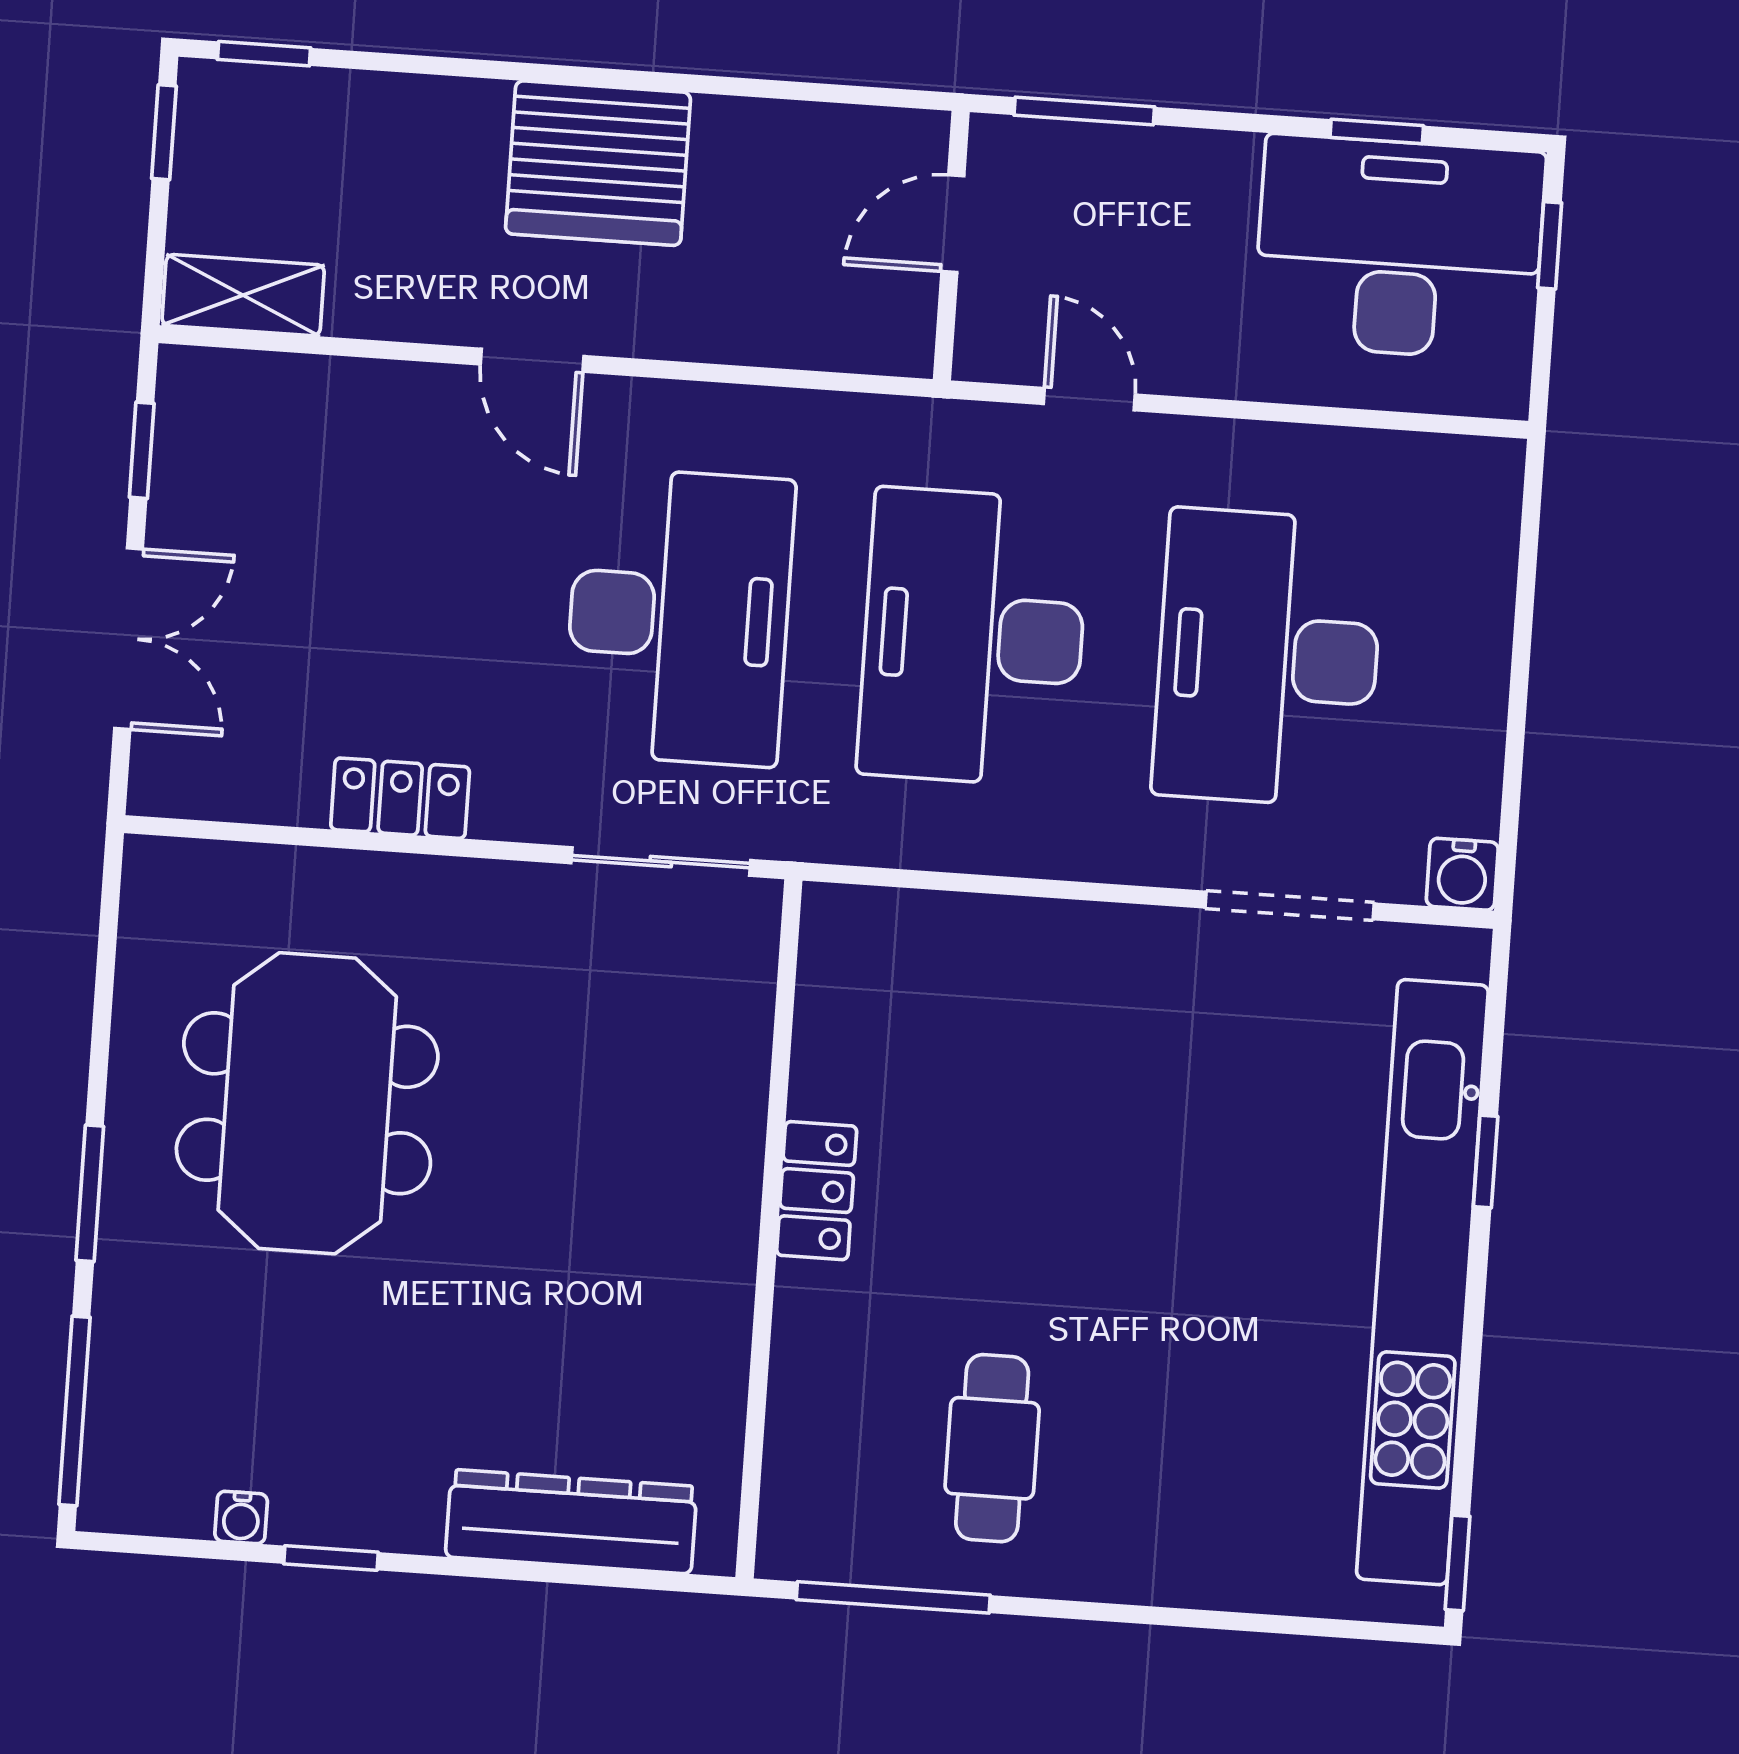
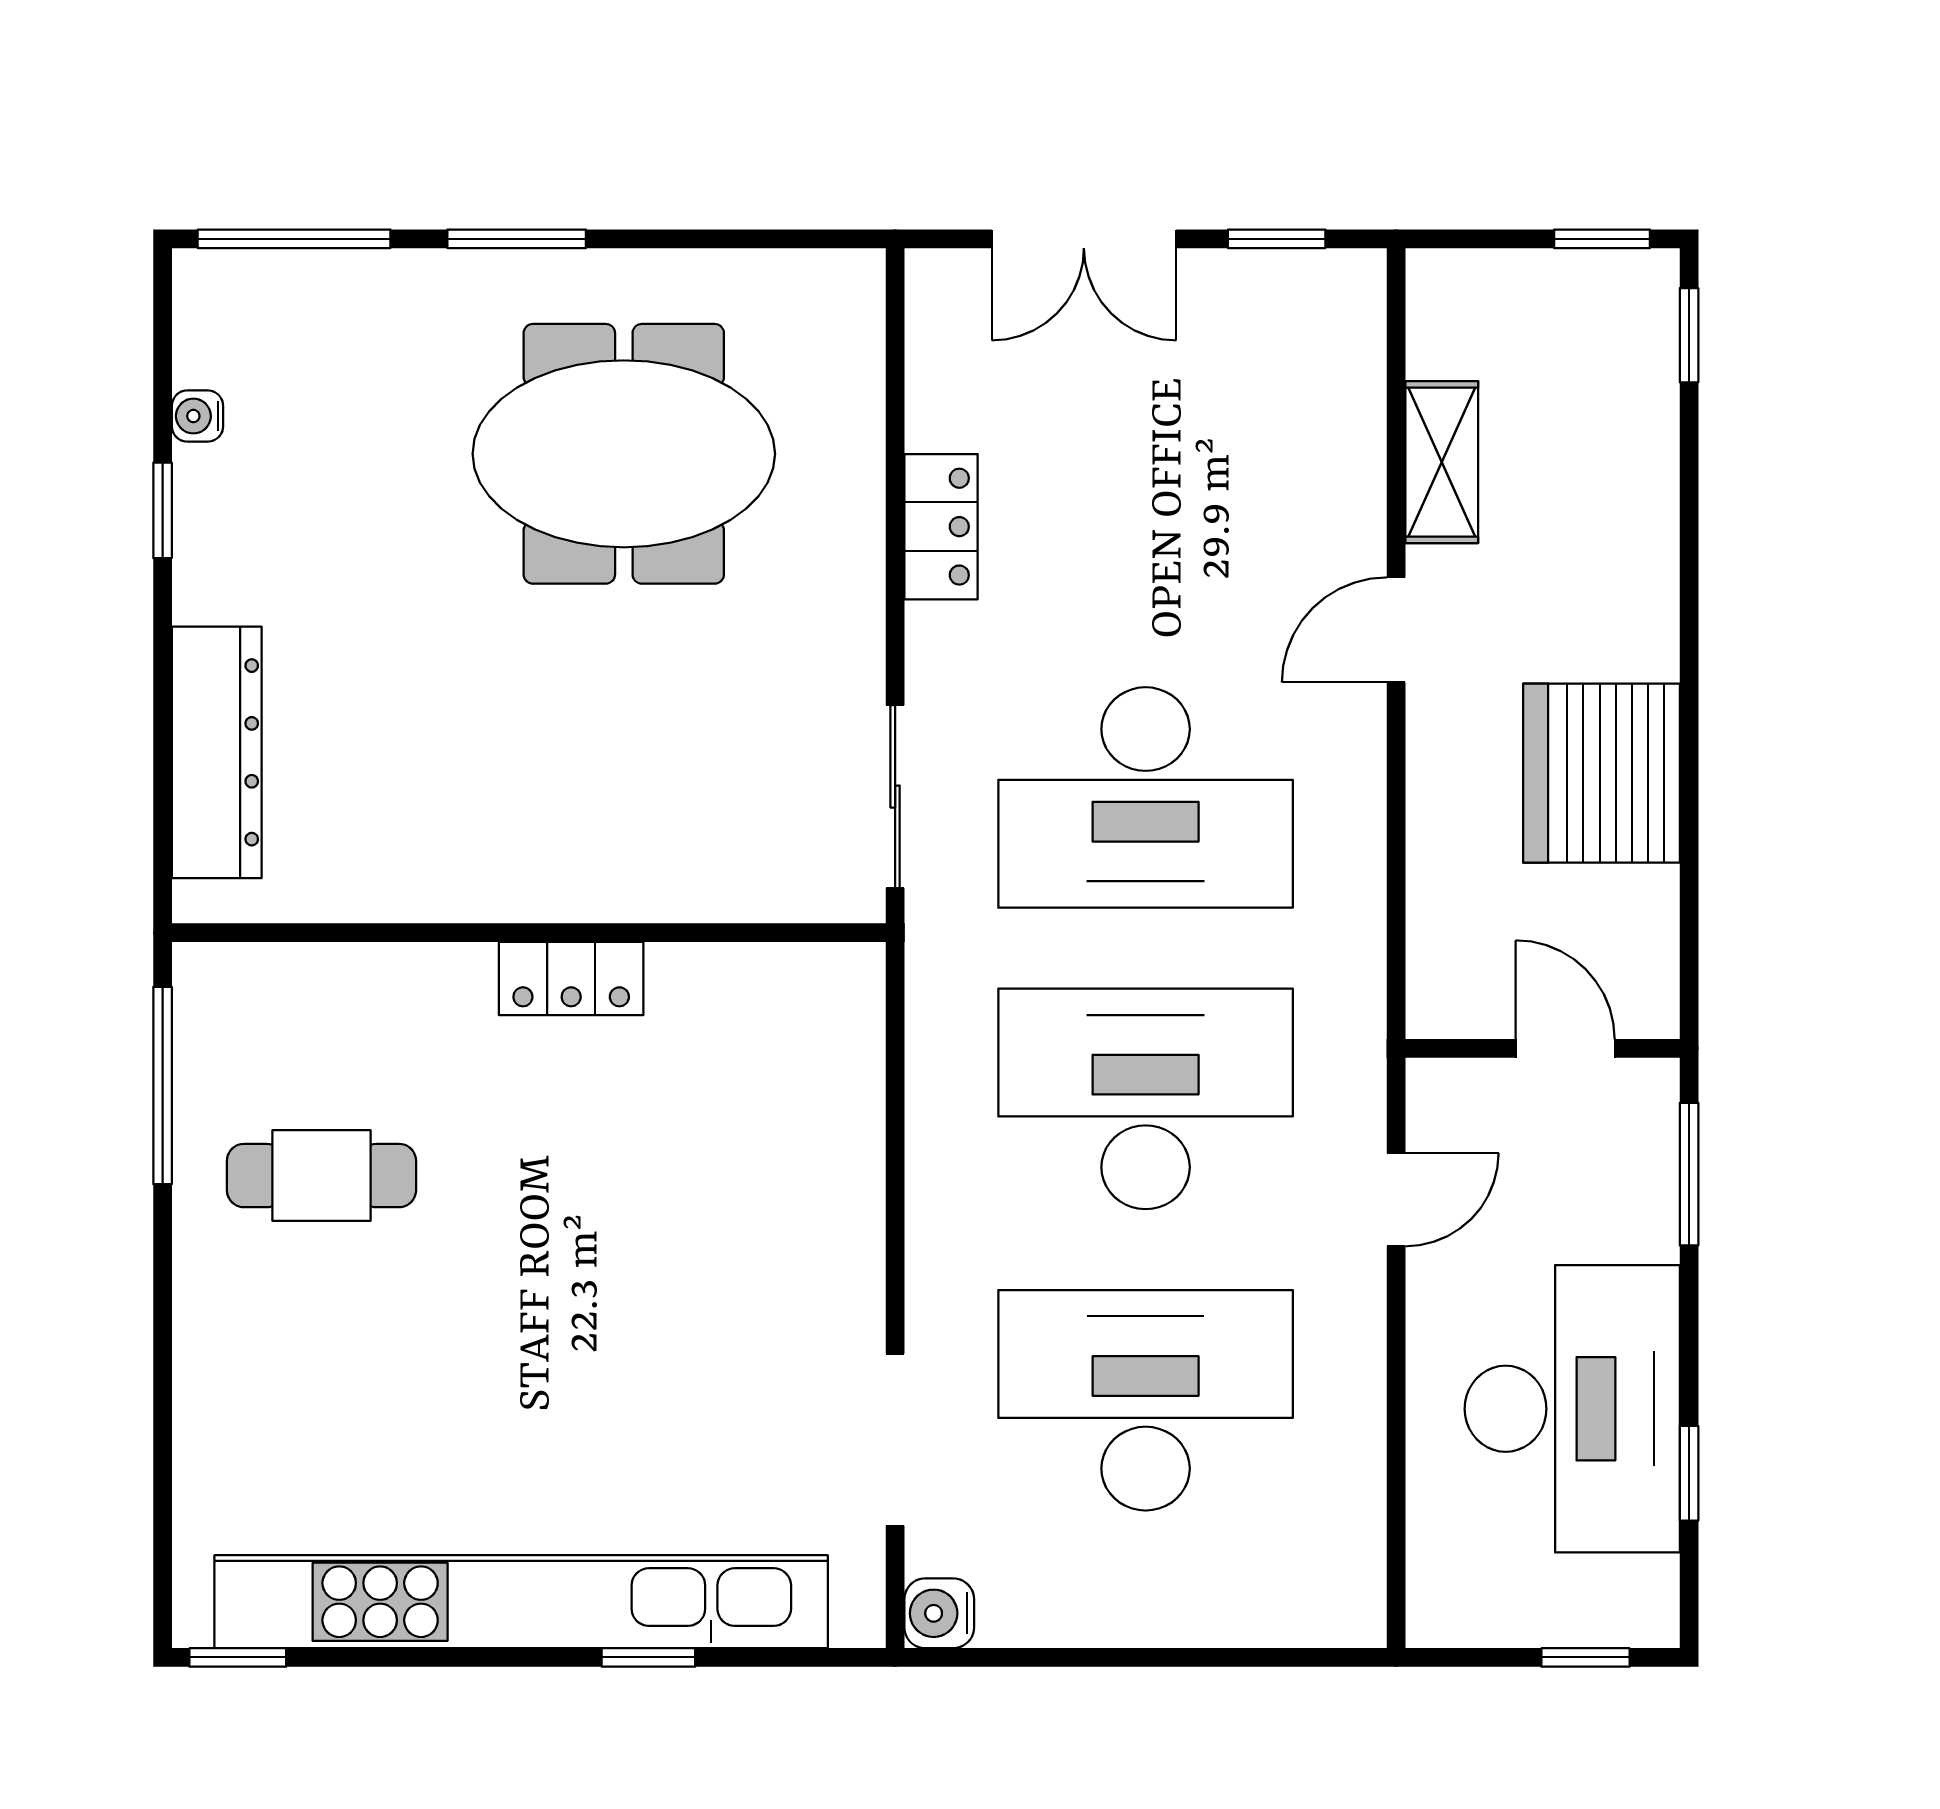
server rack: (598, 163) -> (1602, 773), moved
desk: (1399, 248) -> (1572, 1409), moved
shelving: (243, 295) -> (1442, 462), moved

